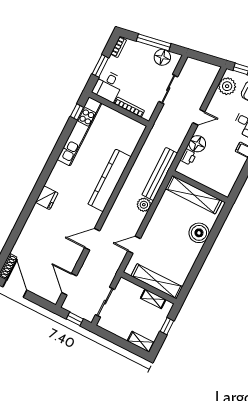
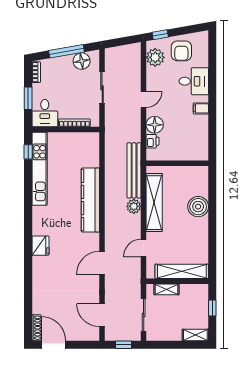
shelving: (194, 195) -> (154, 203), moved, turned 90
shelving: (153, 299) -> (167, 289), moved

